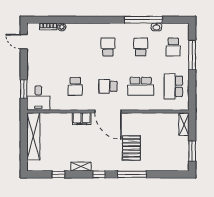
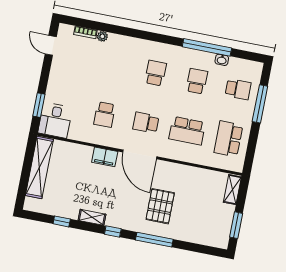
school desk: (173, 47) -> (238, 89), turned -90

